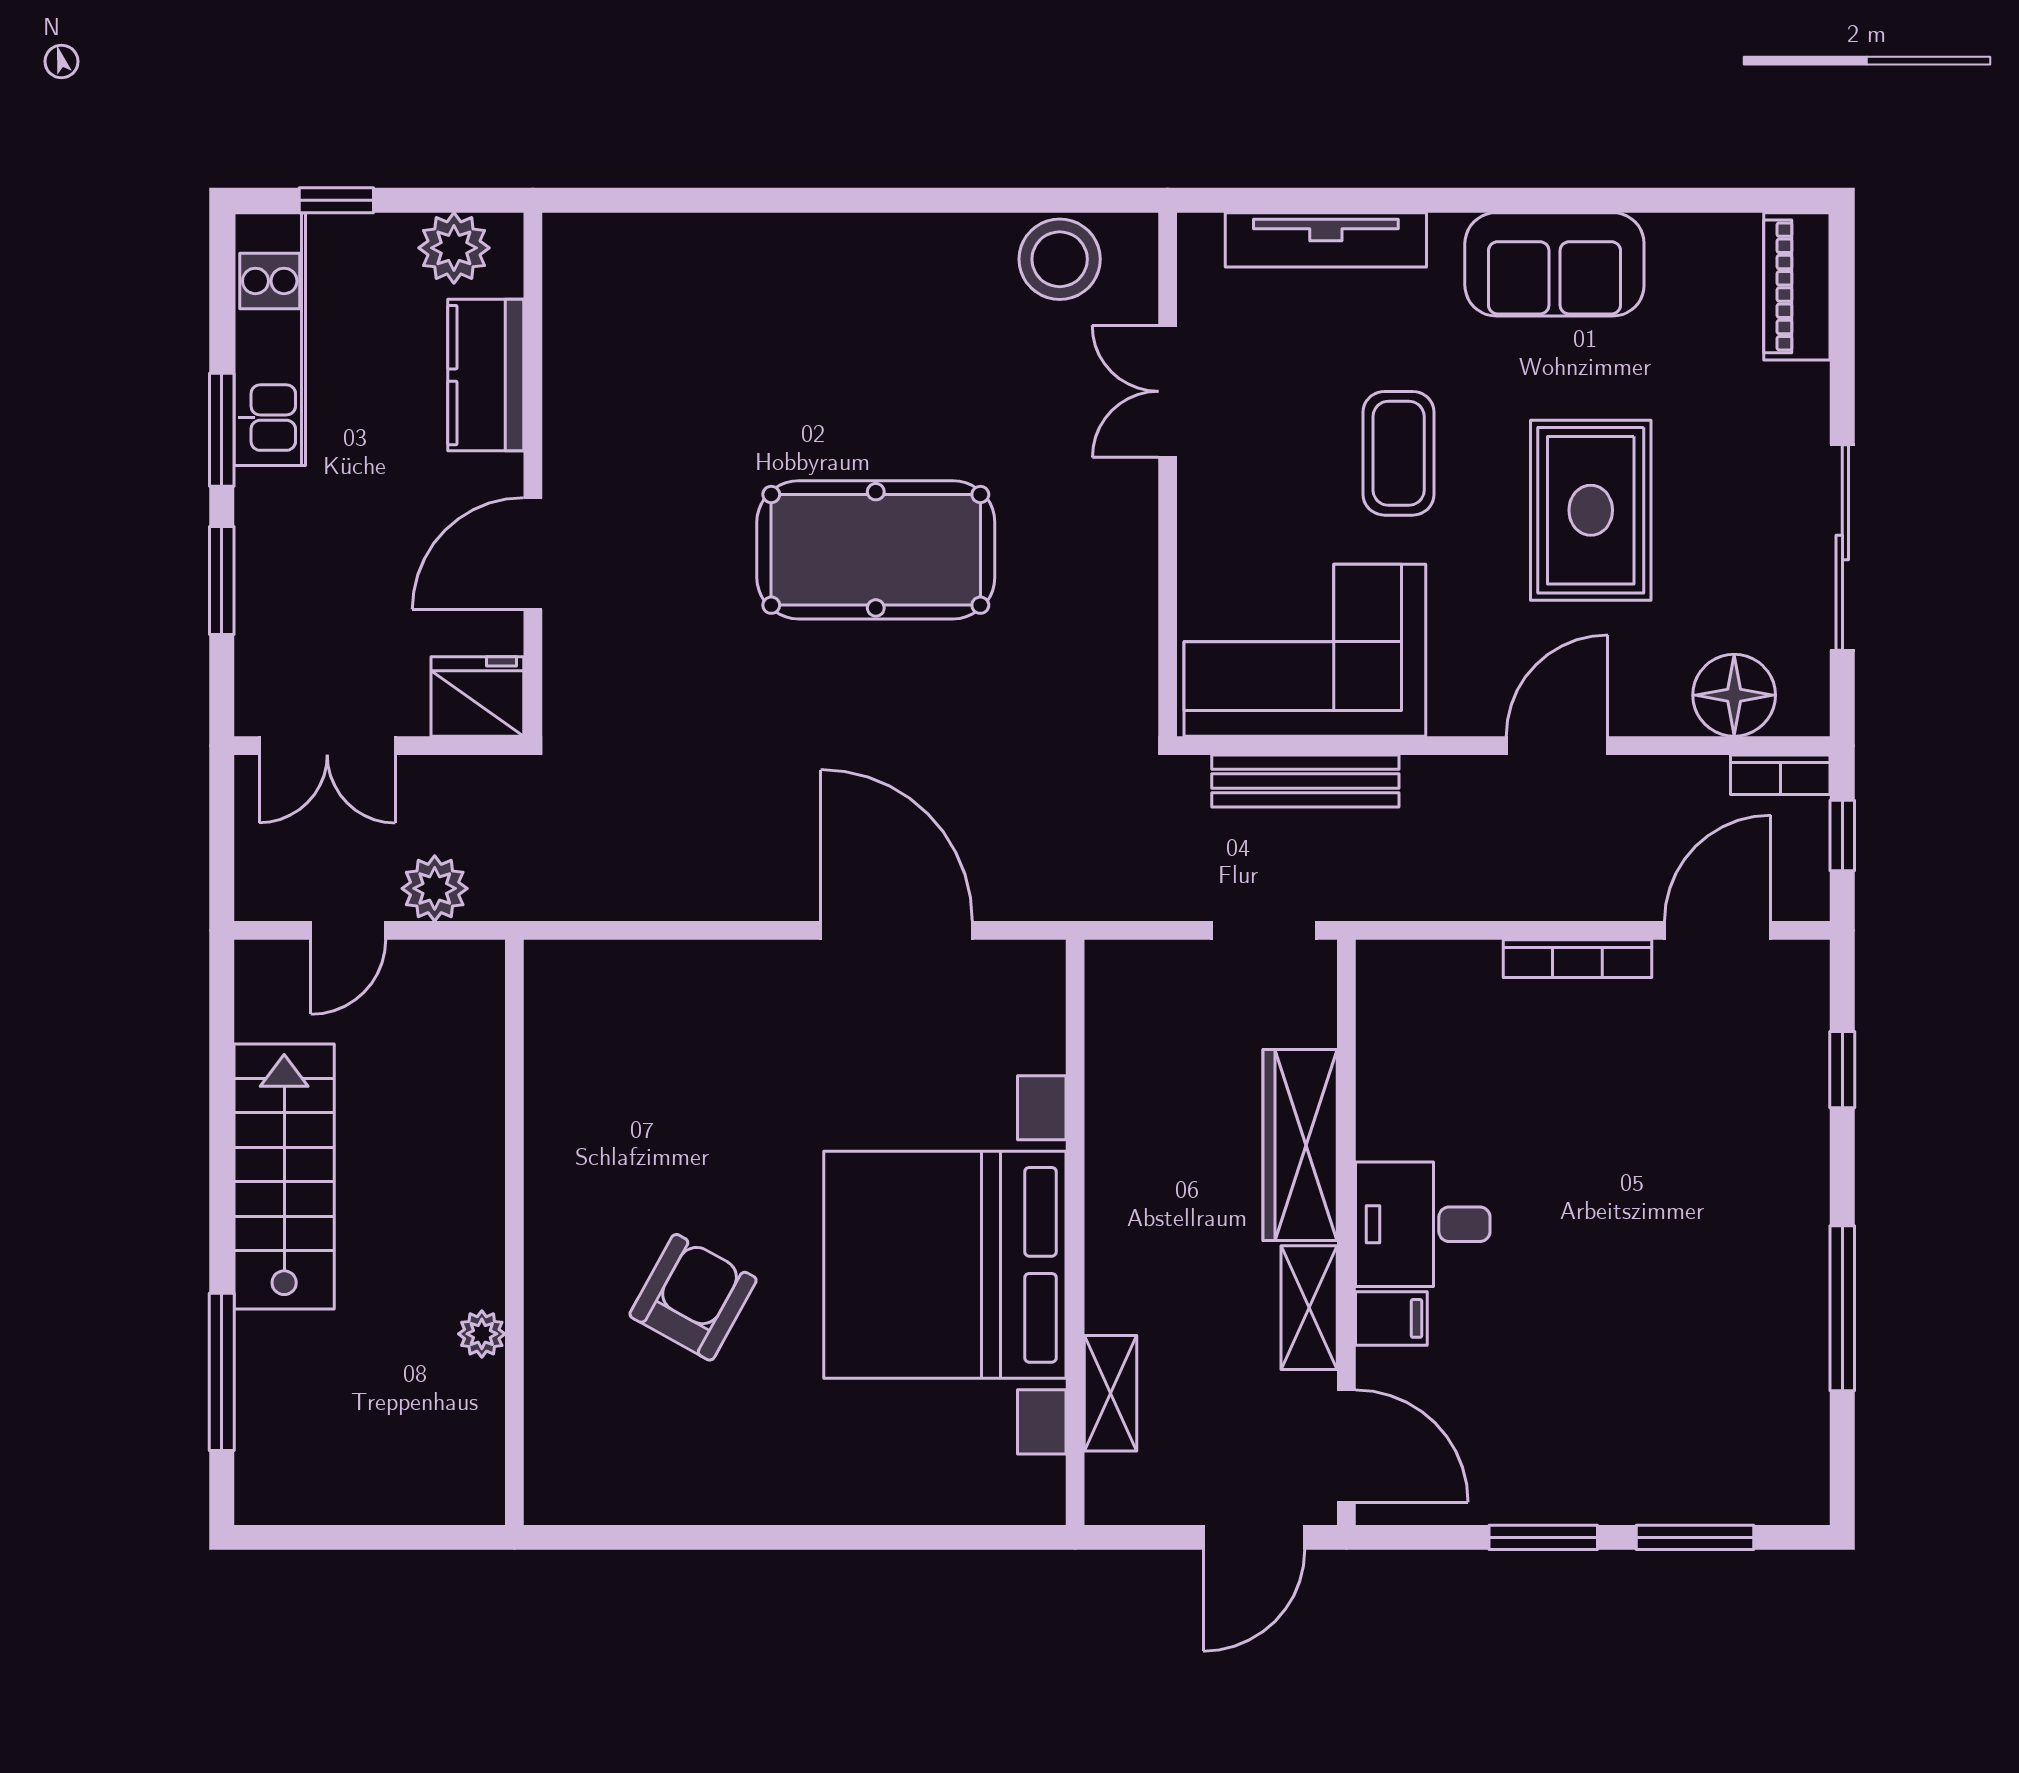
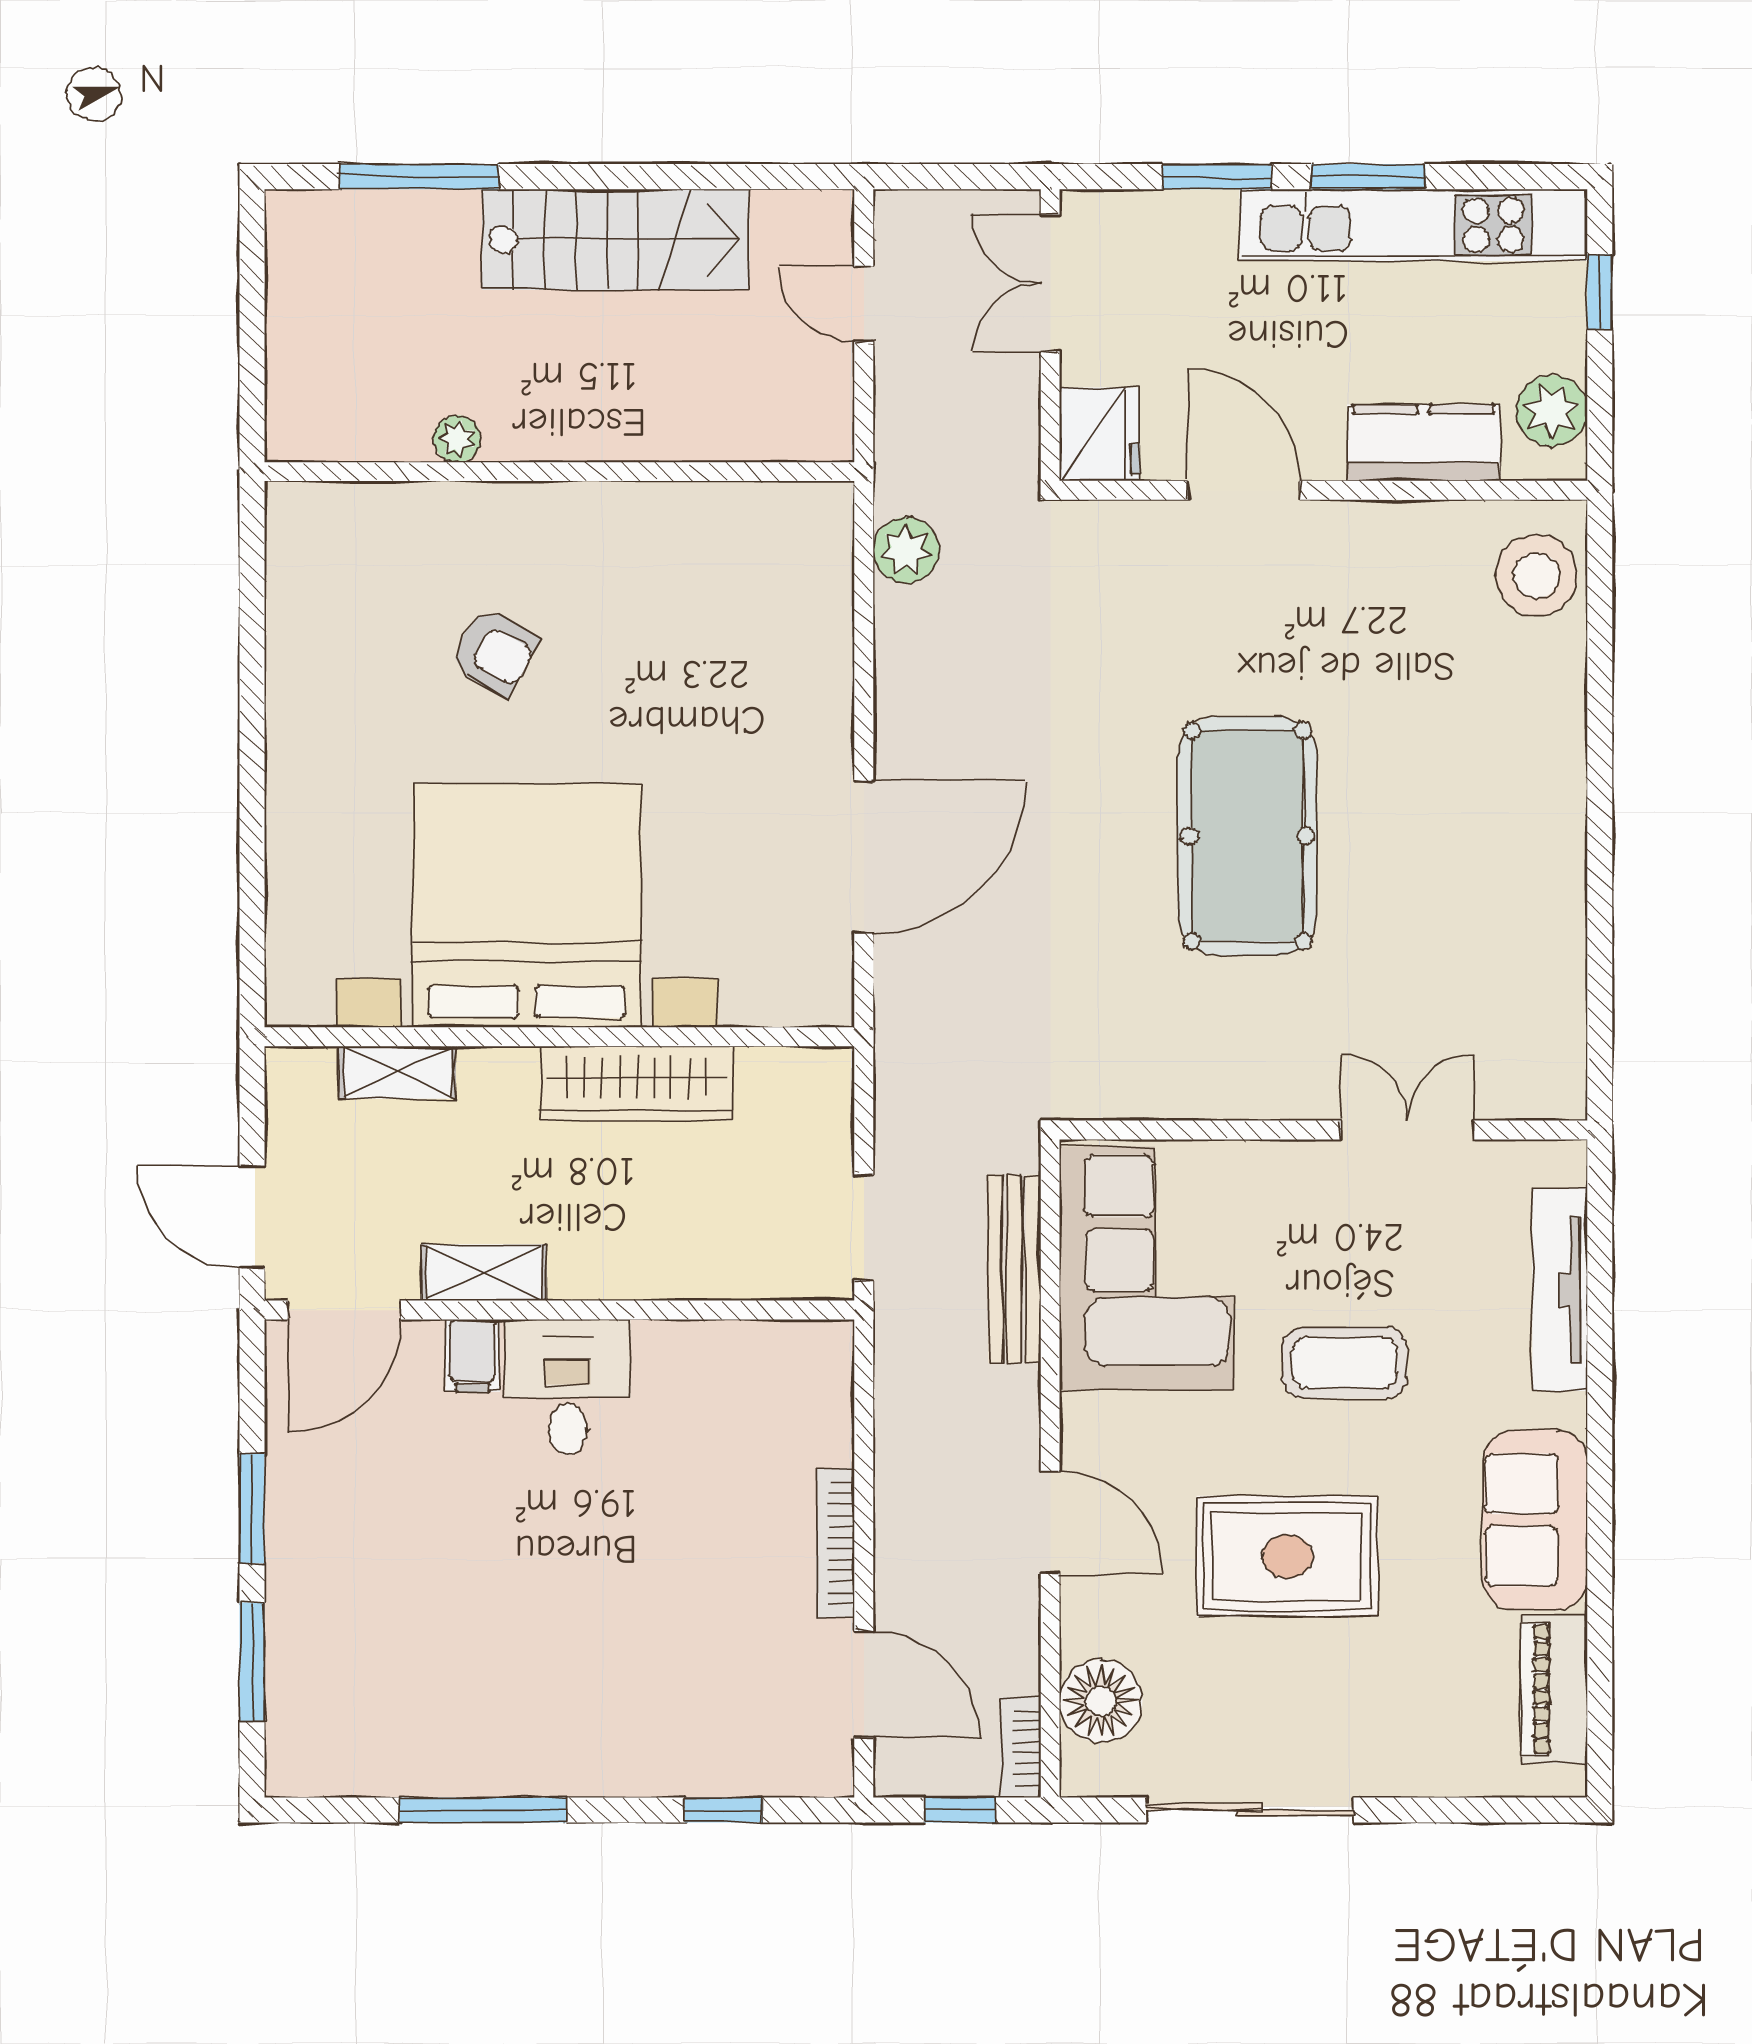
stool: (1060, 259) -> (1536, 575), moved
piano: (1797, 286) -> (1554, 1689), moved, turned -90
kitchen unit: (270, 339) -> (1413, 225), width x1.36
plant: (435, 888) -> (906, 550), moved
wardrobe: (1300, 1145) -> (636, 1083), moved, turned 180
armchair: (693, 1297) -> (494, 652), width x0.72, depth x0.72

